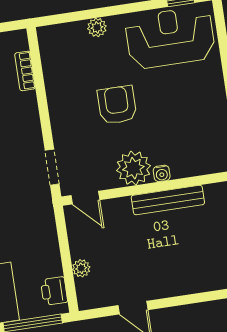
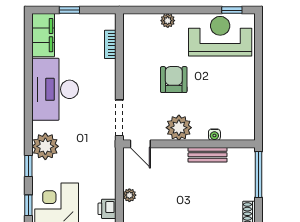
doorway: (52, 167) -> (119, 118), width x1.38
water cooler: (162, 173) -> (214, 135), moved
bench: (168, 200) -> (208, 155), width x0.73

